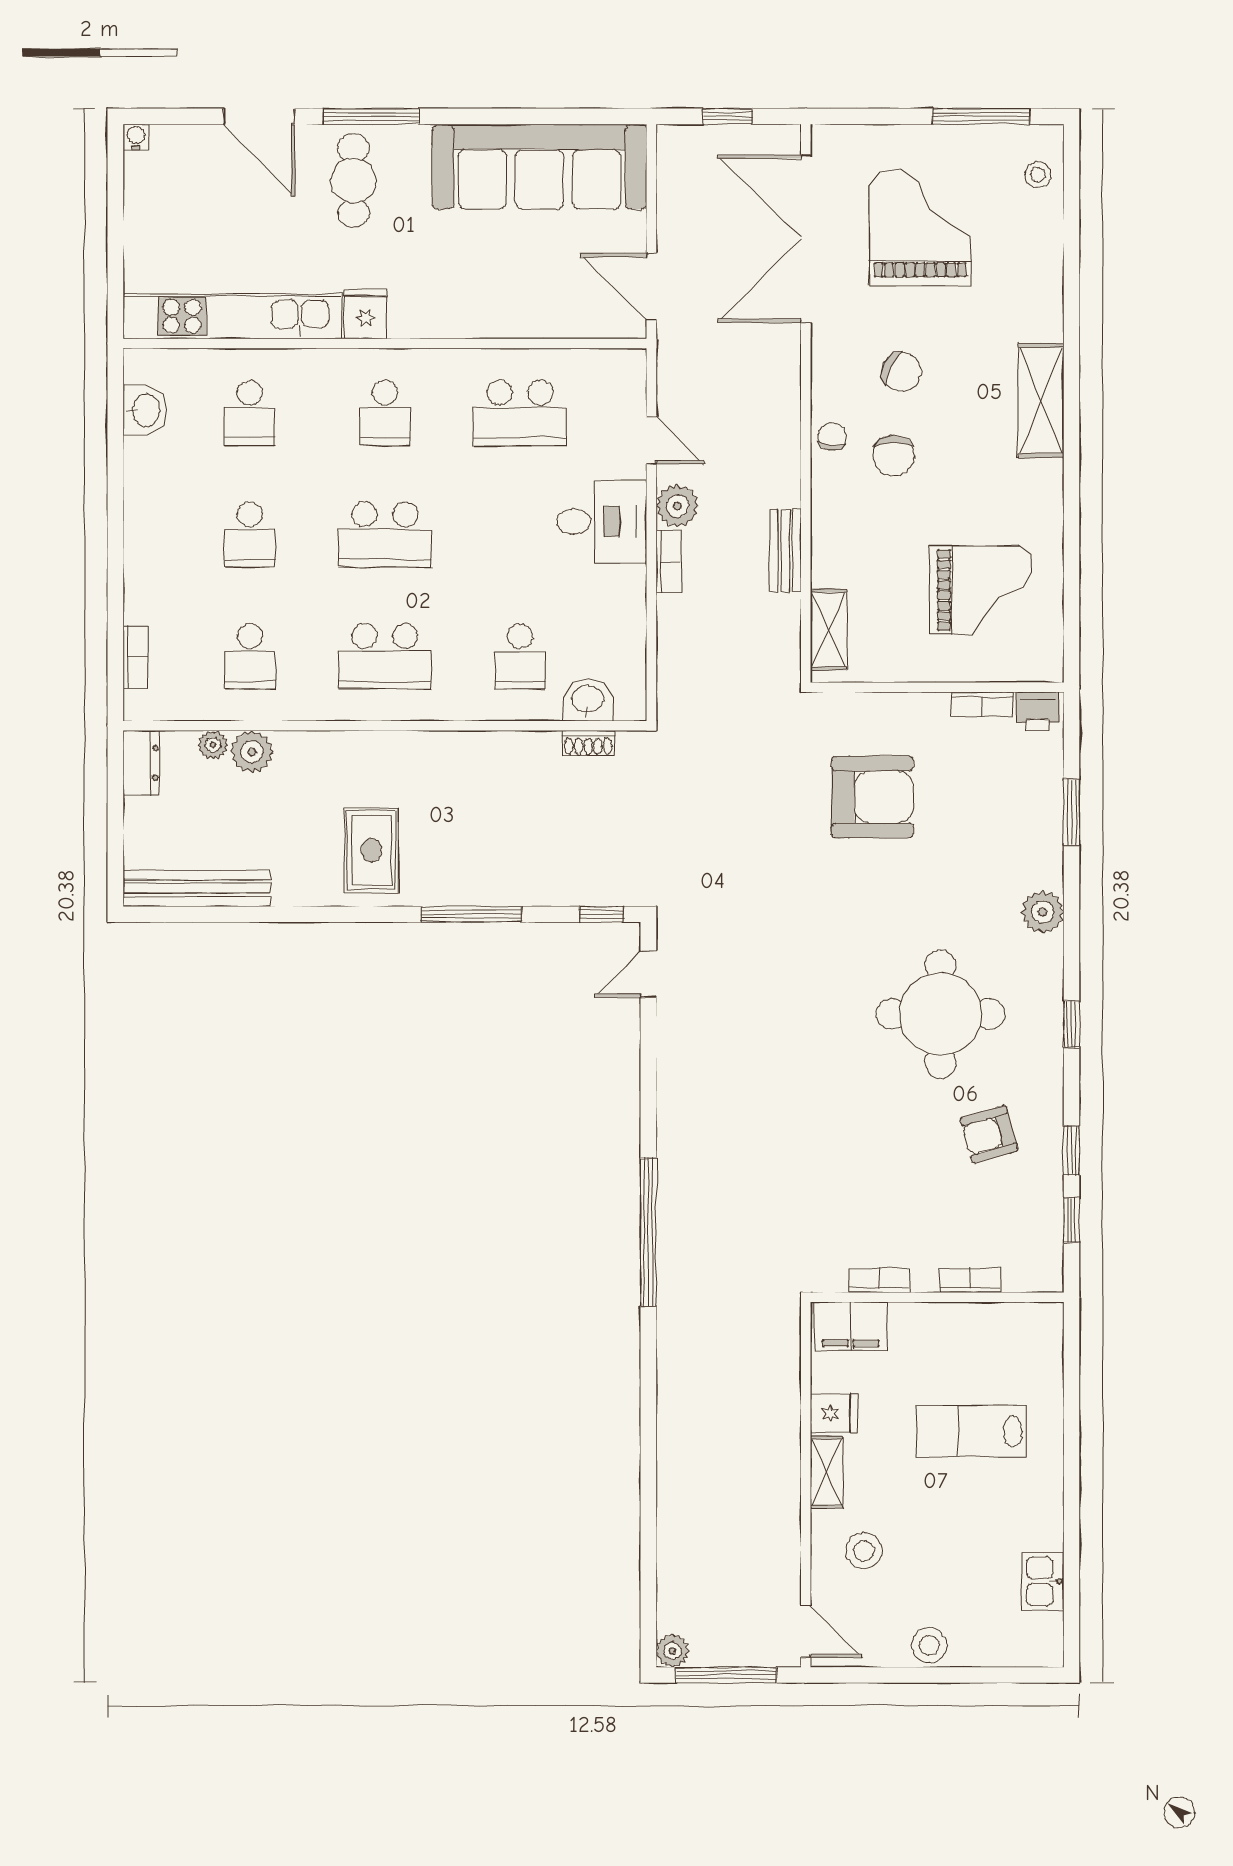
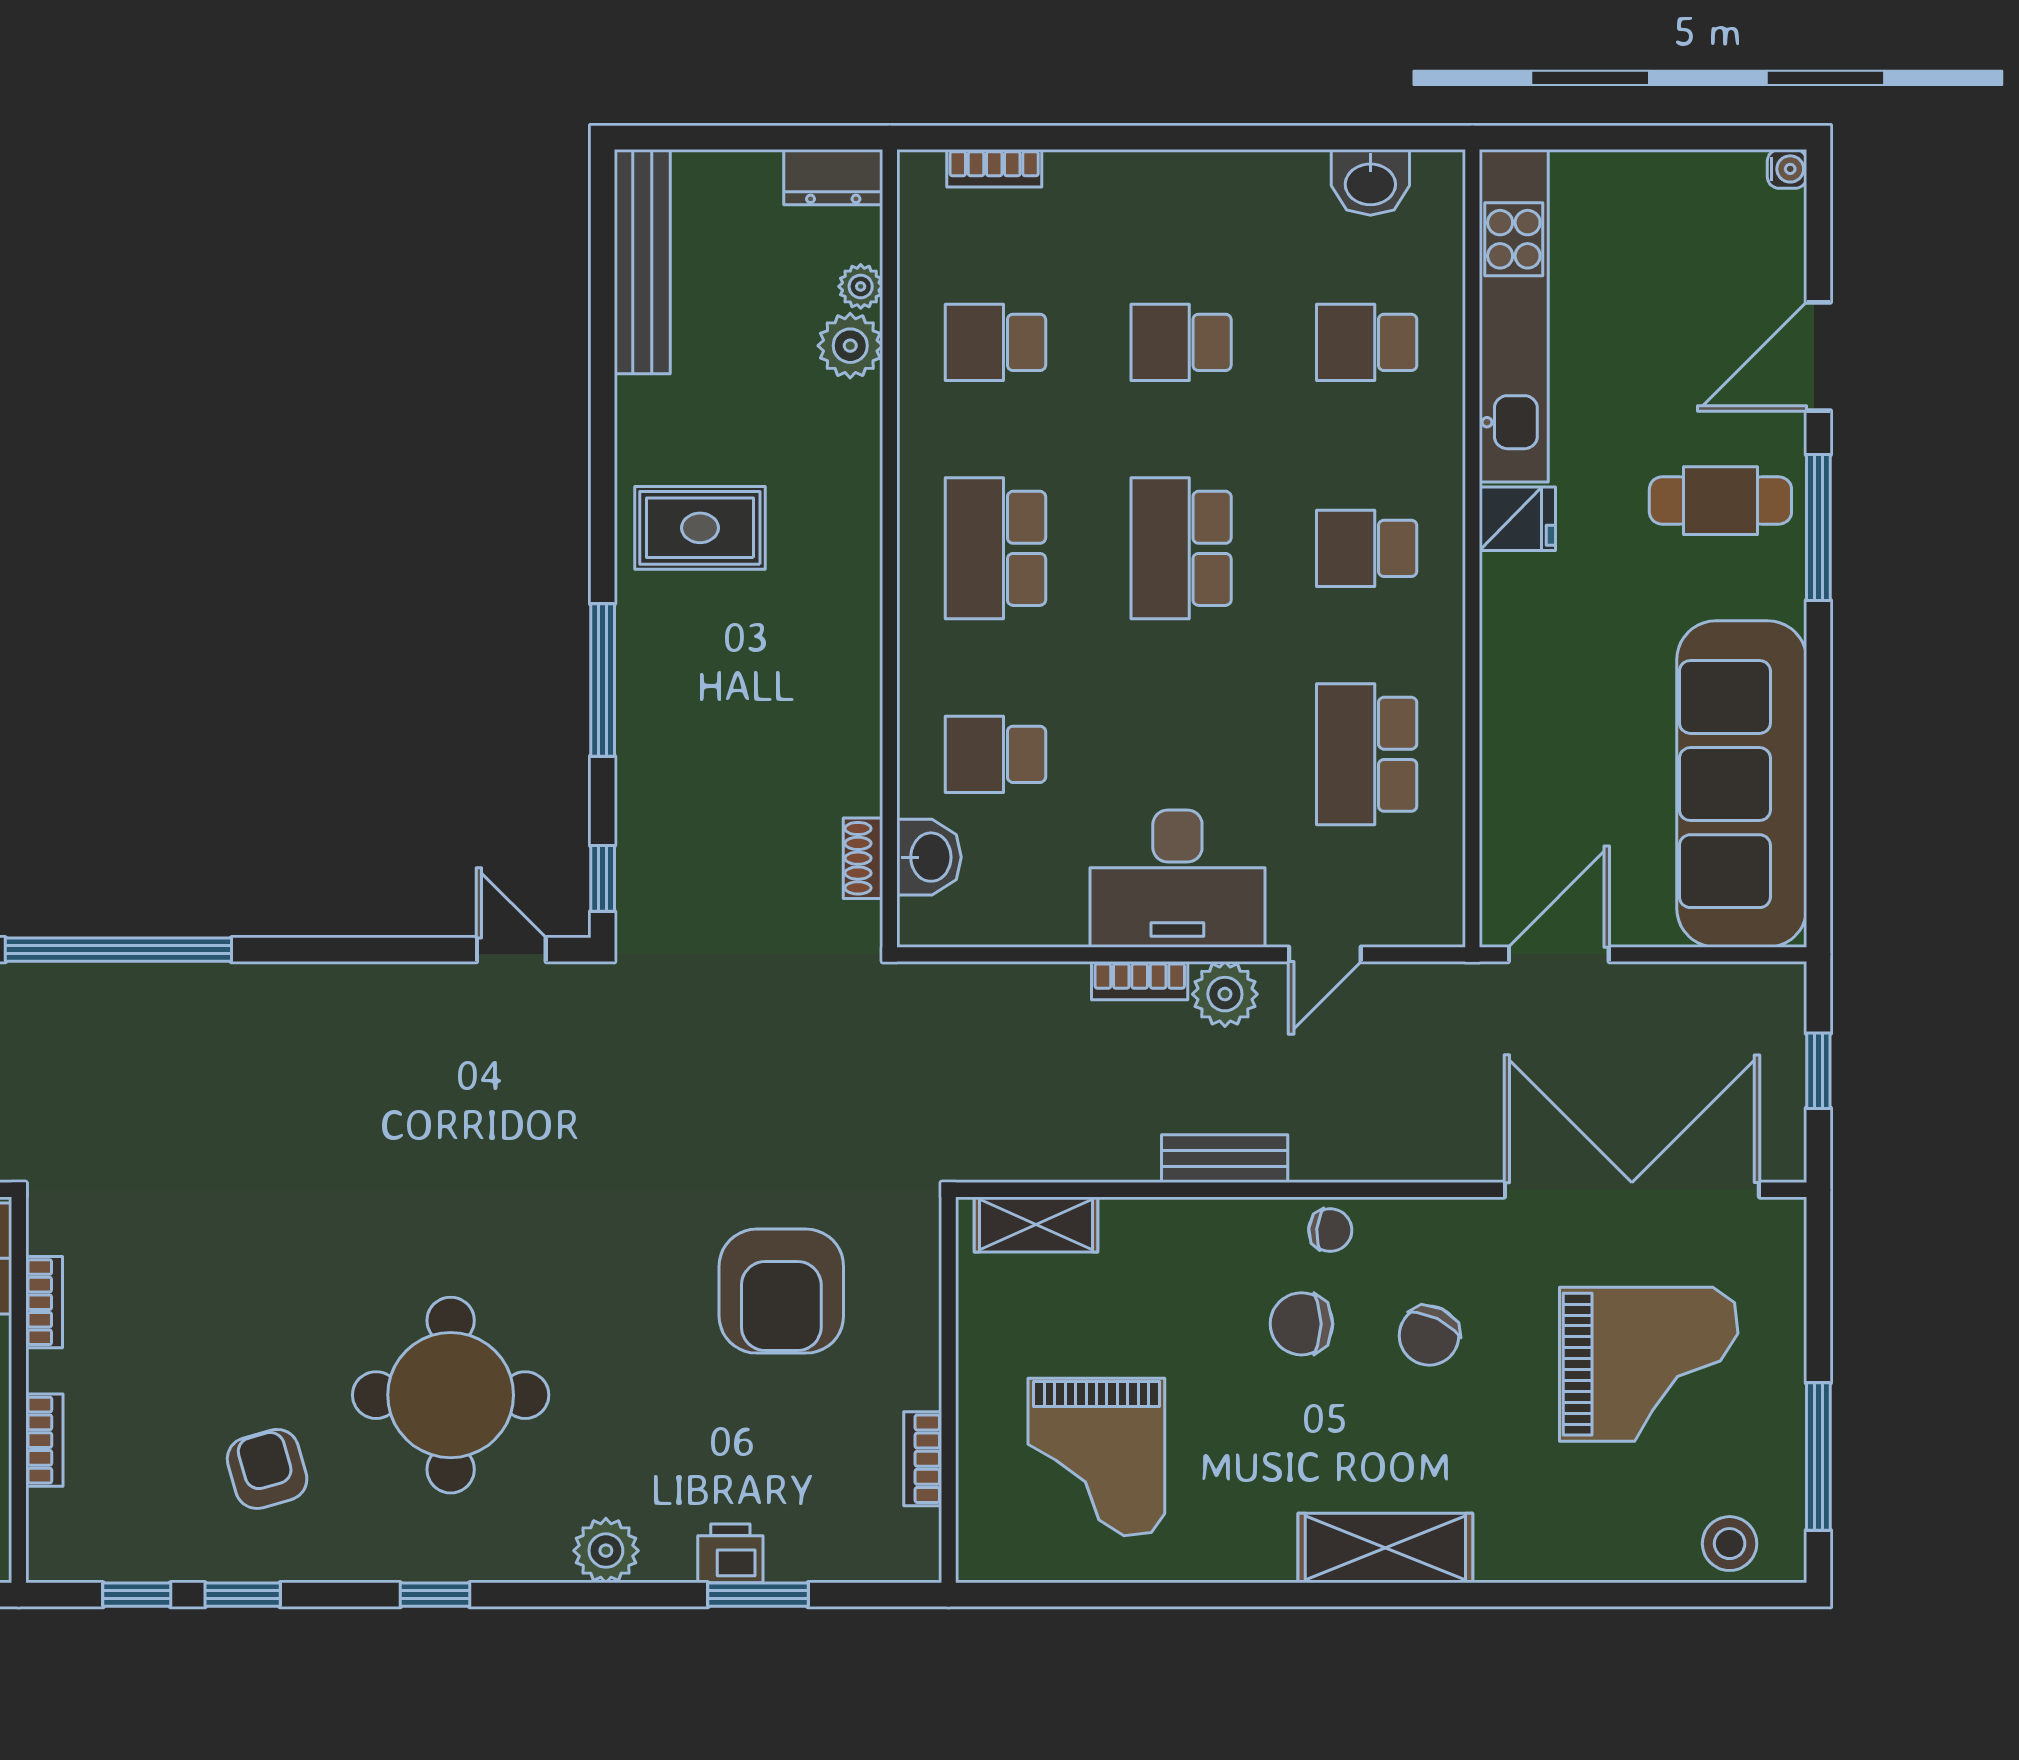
stool: (1038, 175) -> (1730, 1544), width x1.37, depth x1.37
desk: (602, 521) -> (1177, 879), width x1.37
bench: (785, 551) -> (1225, 1159), moved
printer: (1038, 711) -> (730, 1553), moved, turned 90

